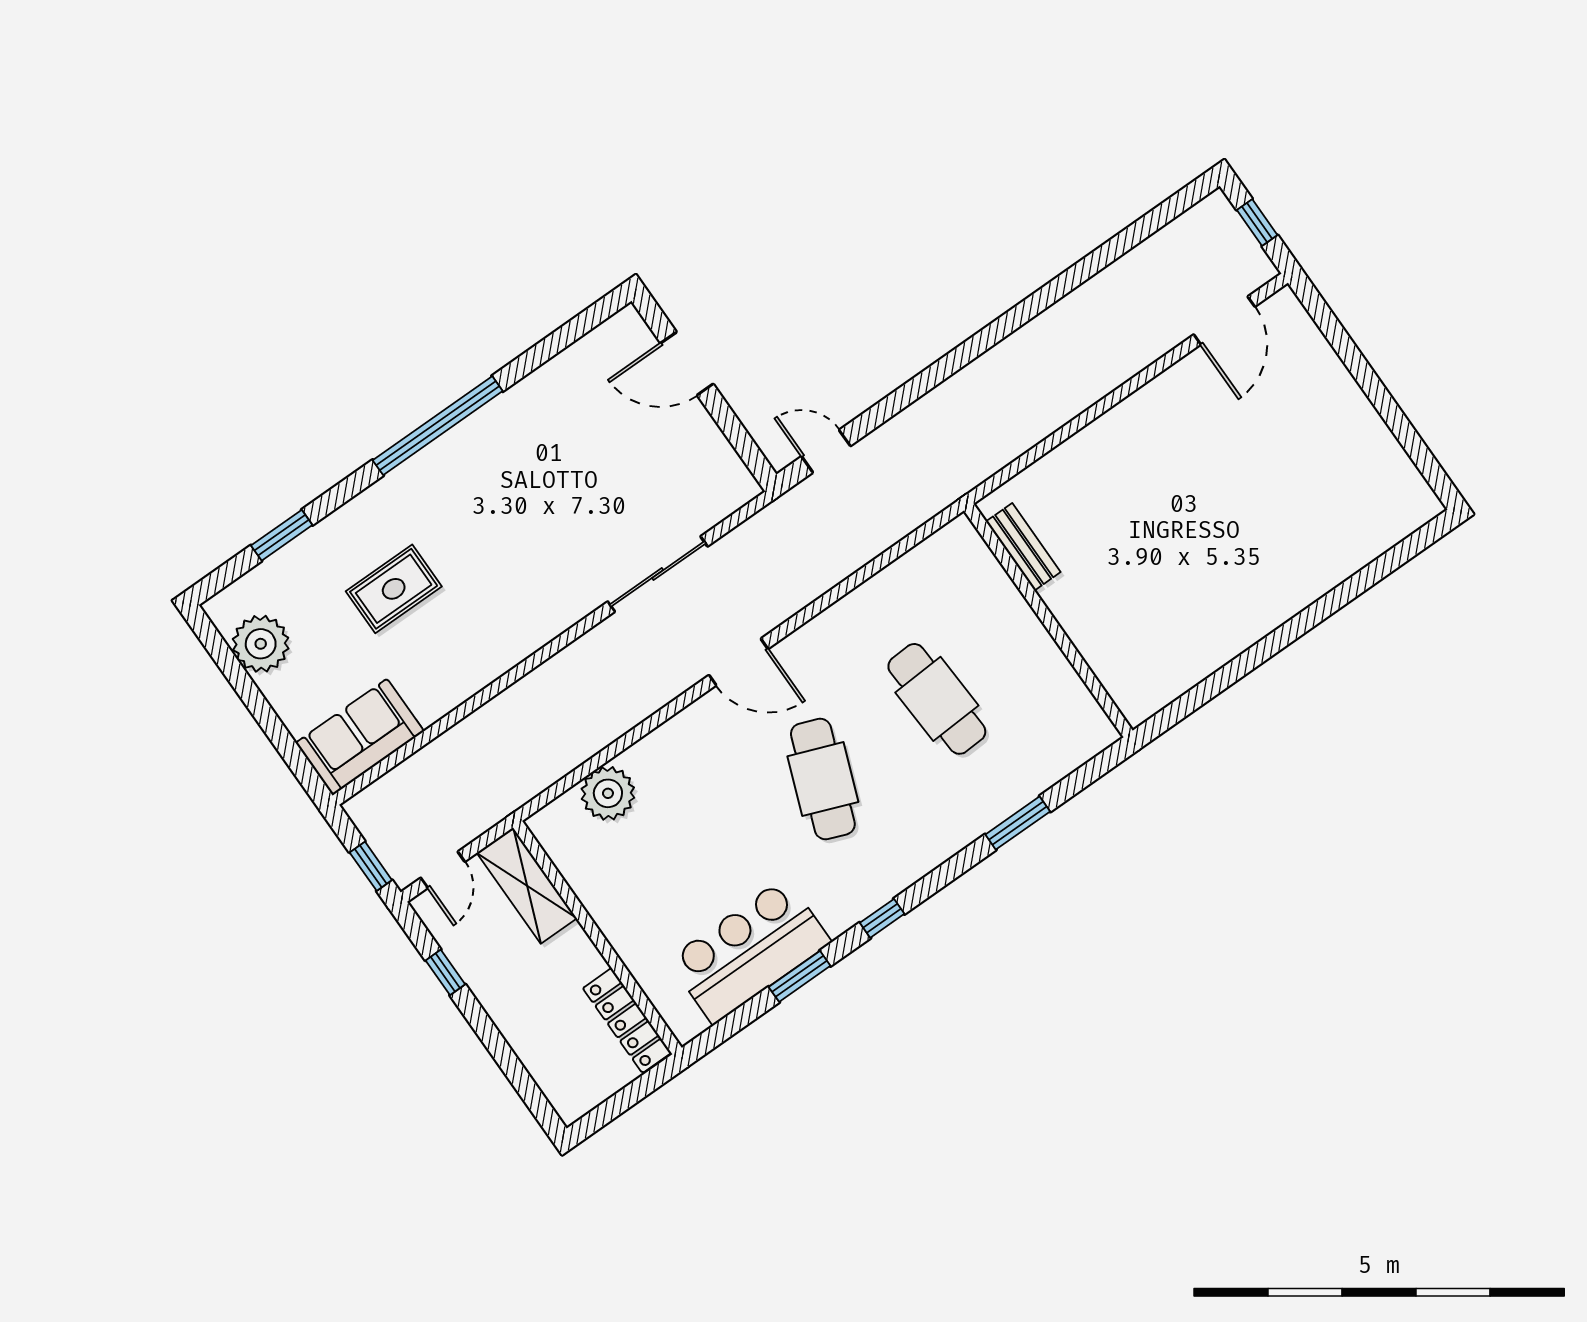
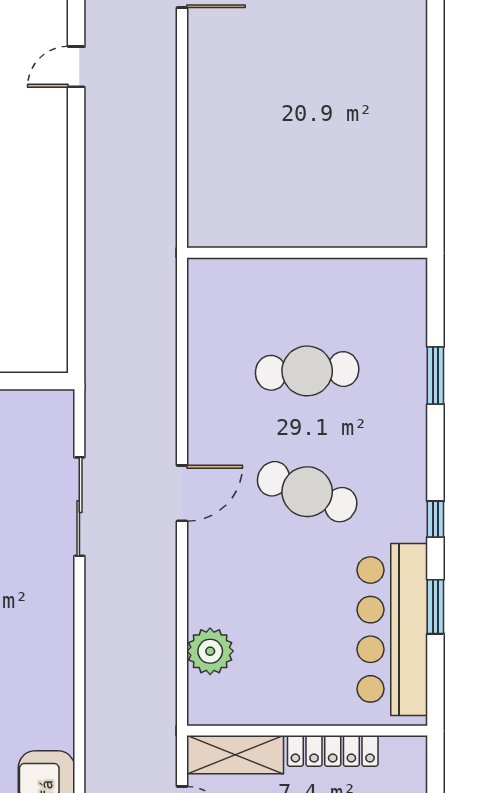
door: (826, 451) -> (76, 67), moved
bench: (1023, 547) -> (242, 234), removed
bar counter: (749, 951) -> (392, 629), width x1.36
locker: (627, 1020) -> (333, 751), moved

